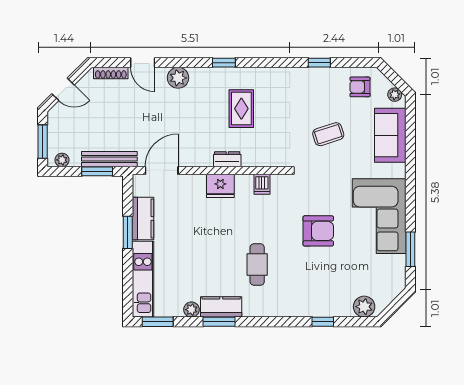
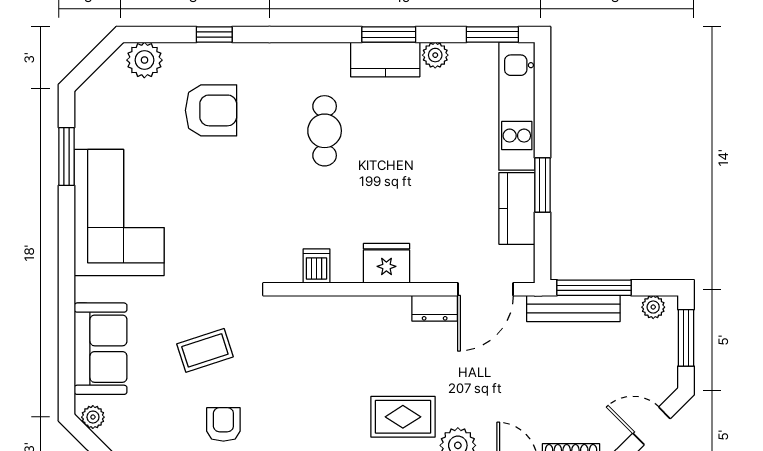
armchair: (360, 87) -> (223, 424), moved, turned -90
rug: (241, 109) -> (403, 417), moved, turned 90
dresser: (227, 159) -> (435, 308), moved
window: (97, 171) -> (594, 288), width x1.44
armchair: (318, 231) -> (211, 110), moved, turned 180

